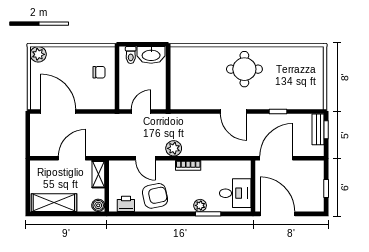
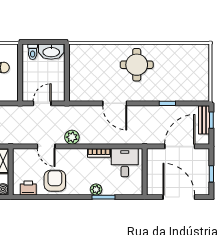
door: (234, 112) -> (115, 103), moved
door: (276, 158) -> (180, 146), moved
bookcase: (188, 165) -> (99, 153), moved
desk: (235, 193) -> (125, 163), moved, turned -90
armchair: (155, 196) -> (55, 181), turned -78
door: (277, 214) -> (179, 197), moved

